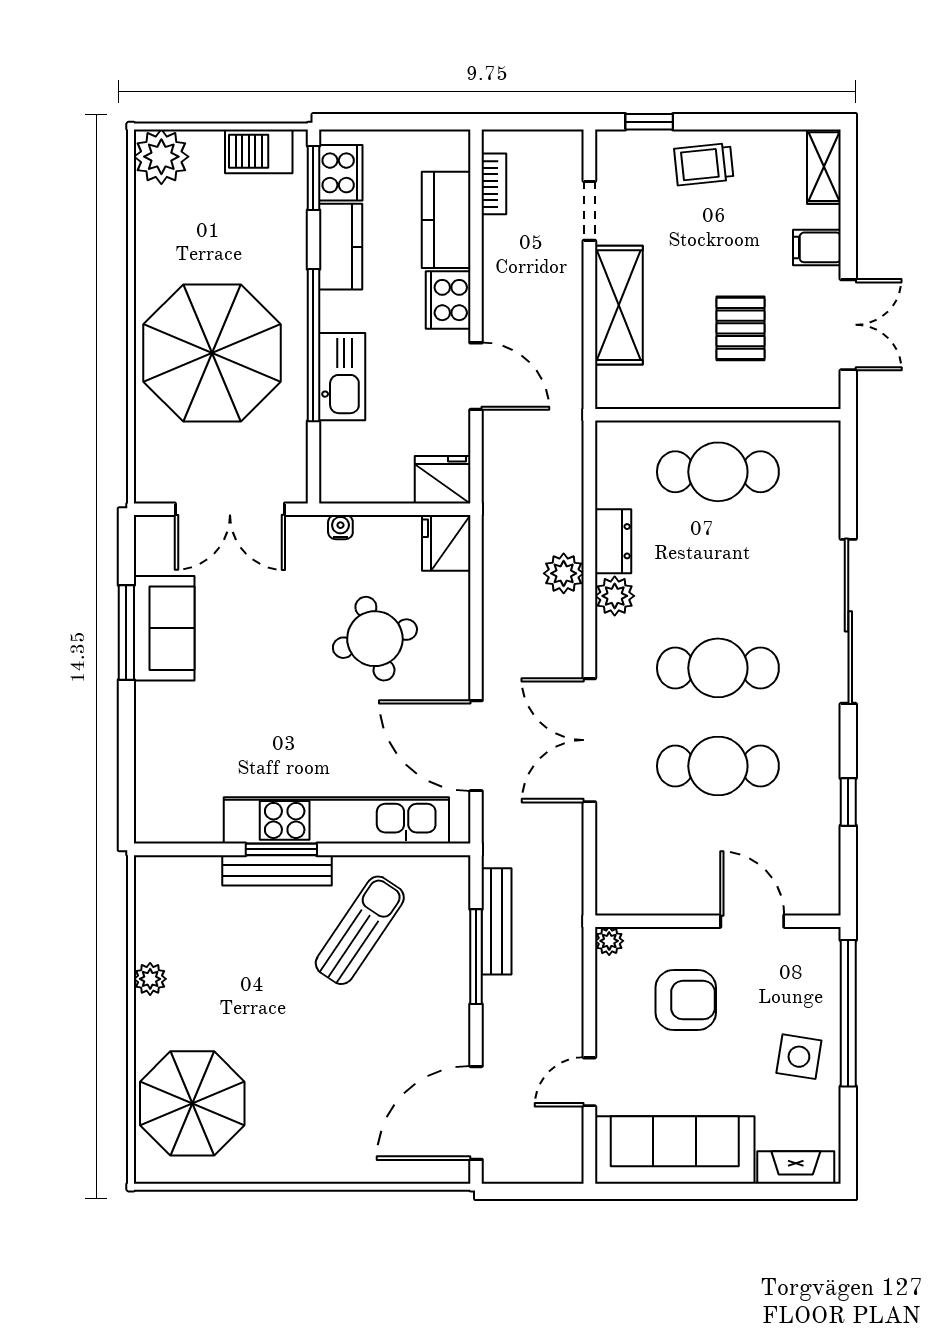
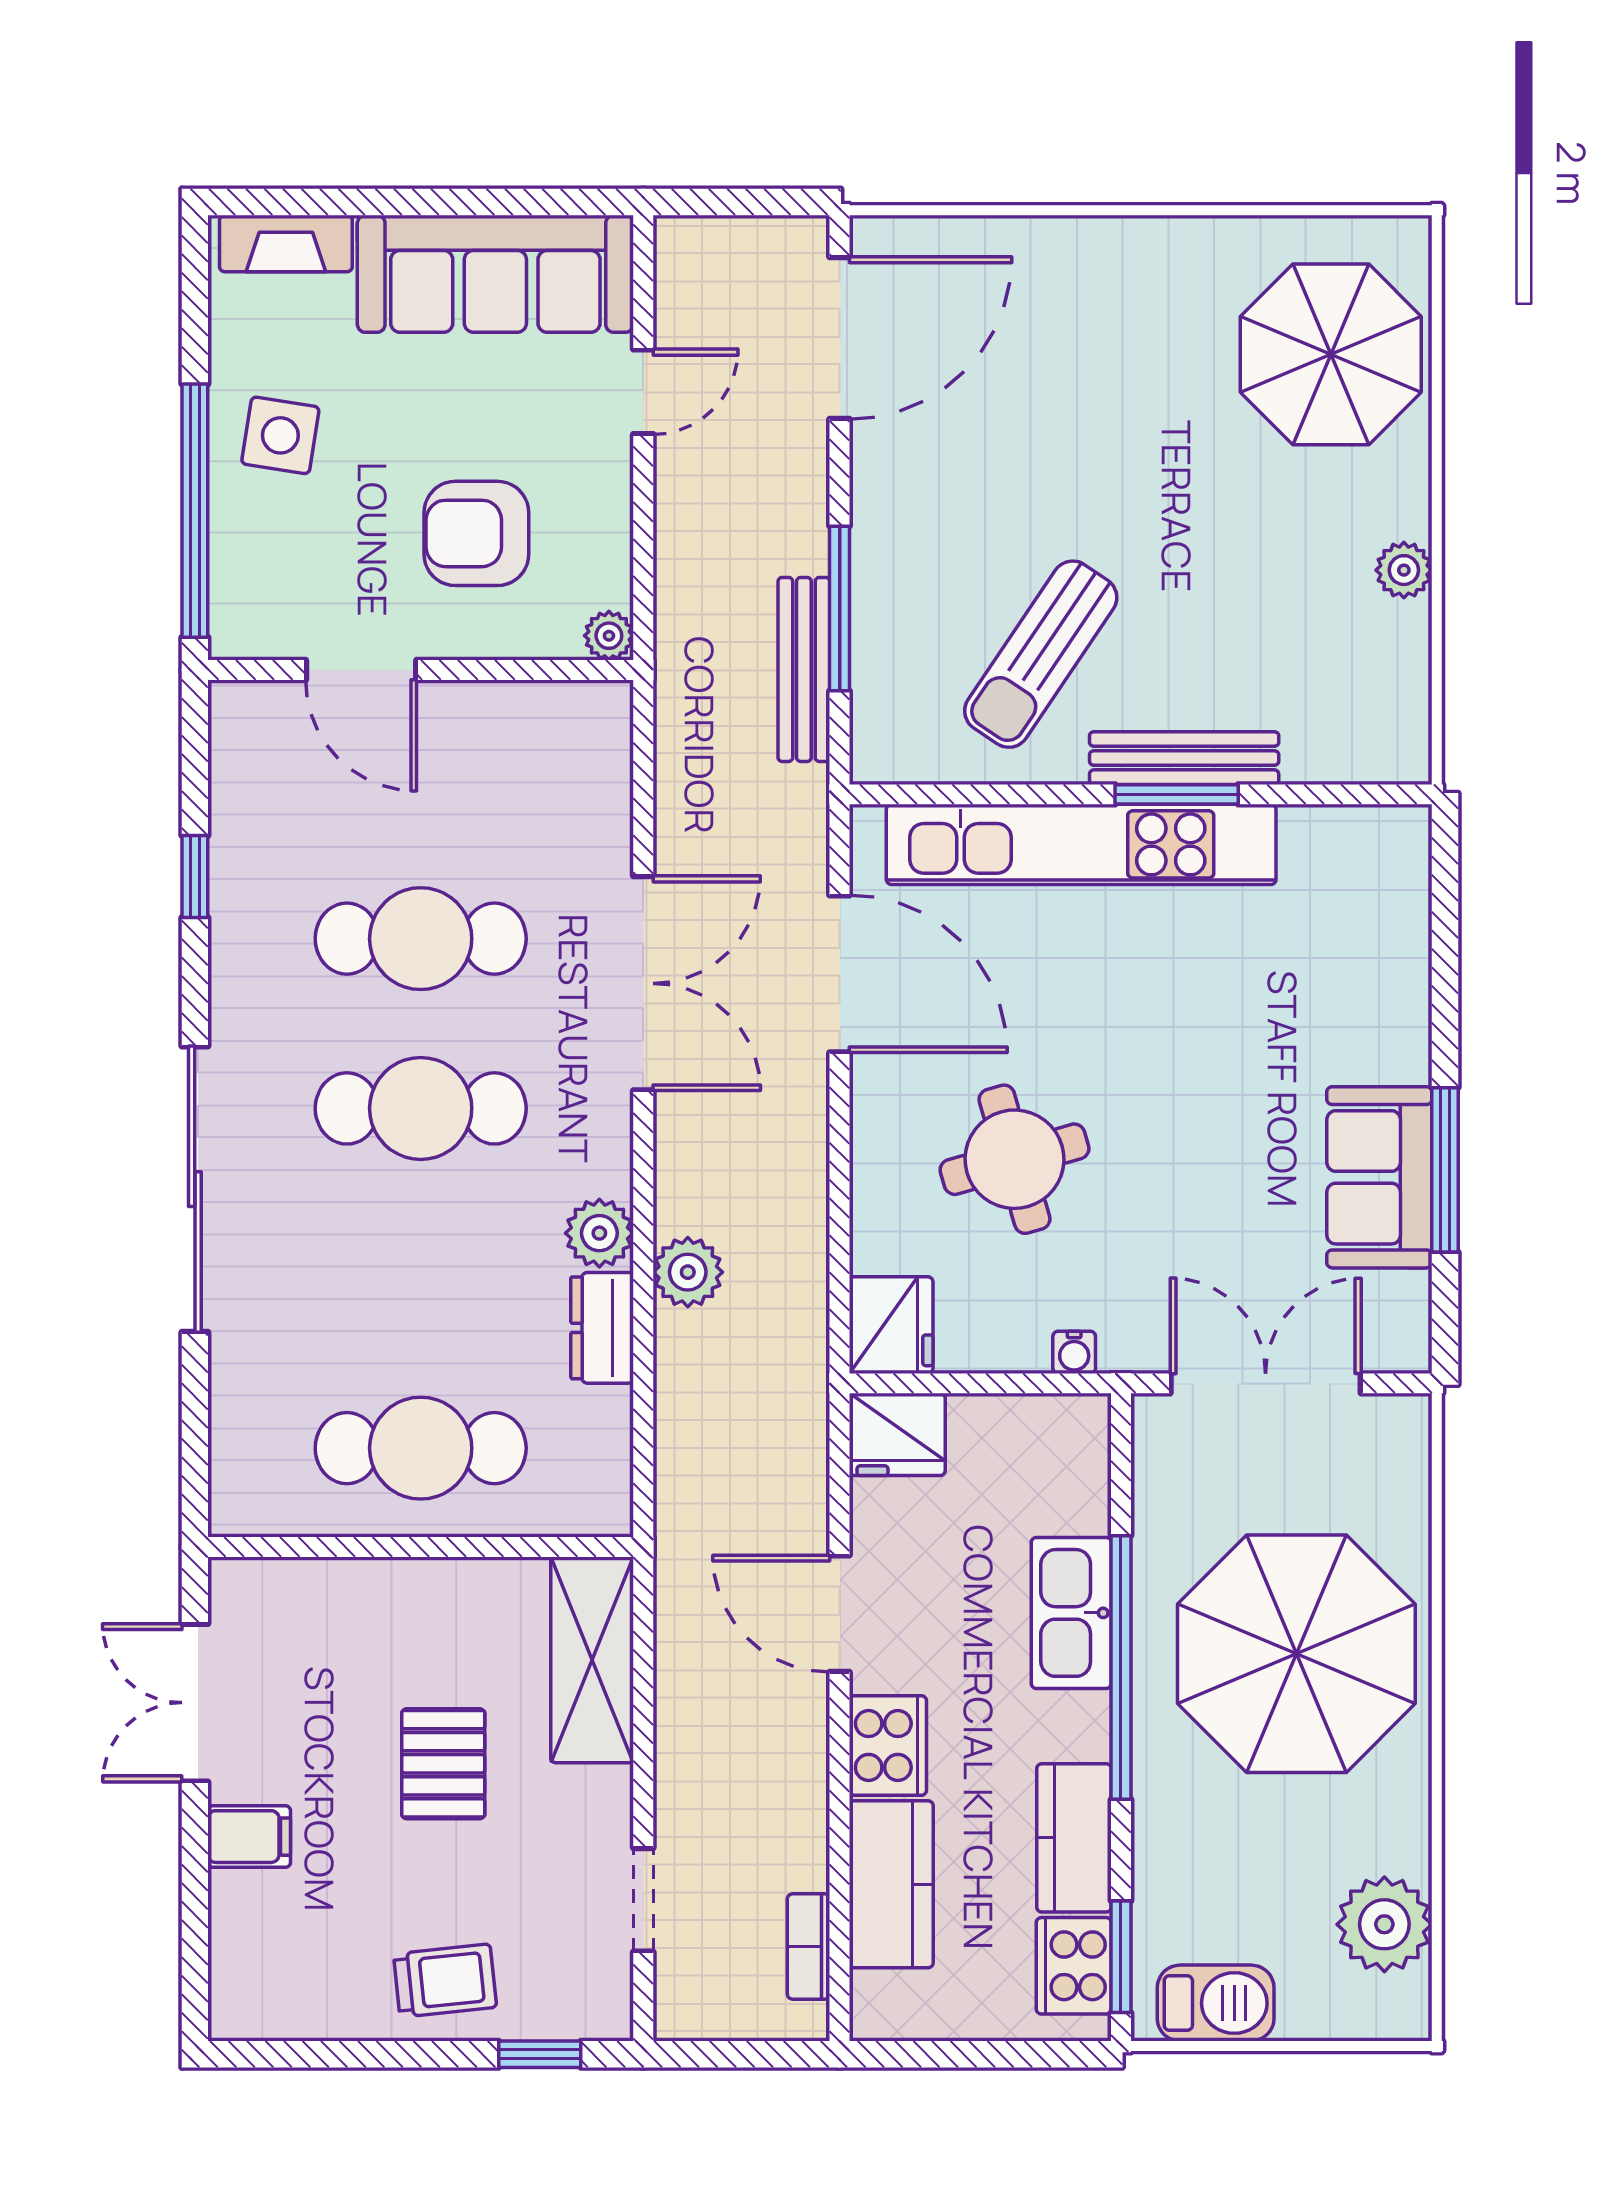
plant: (161, 157) -> (1384, 1924), moved
shelving: (824, 167) -> (237, 1977), removed
shelving: (619, 305) -> (592, 1660), moved
pallet: (740, 328) -> (443, 1764), moved

